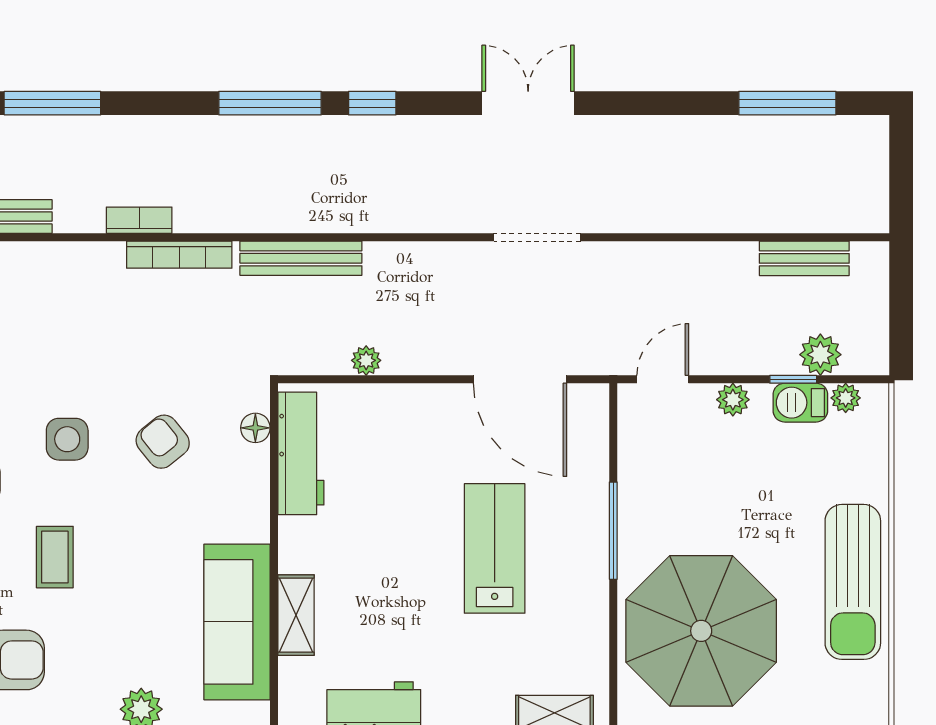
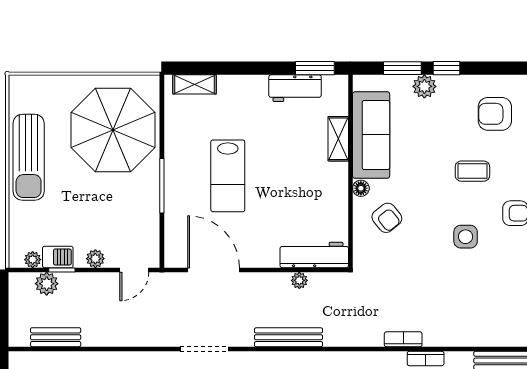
bookcase: (179, 255) -> (403, 339), width x0.64
bench: (301, 258) -> (288, 337), moved
floor lamp: (255, 428) -> (361, 188), moved
armchair: (163, 442) -> (387, 218), moved
workbench: (301, 453) -> (314, 255), moved, turned 90
coffee table: (55, 557) -> (472, 171), turned 90
sun lounger: (853, 582) -> (29, 157), turned 180

